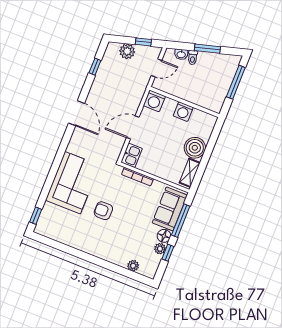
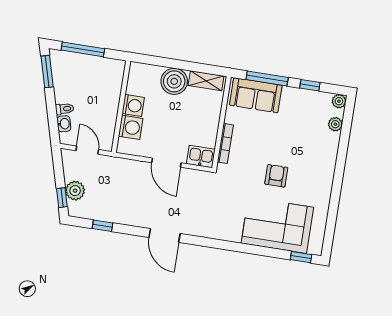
window: (143, 42) -> (62, 198), moved
window: (207, 49) -> (47, 71), moved
washing machine: (154, 101) -> (131, 127), moved
door: (76, 113) -> (165, 235), swing flipped
corner sofa: (73, 183) -> (277, 225), moved
armchair: (103, 211) -> (276, 176), turned 180
floor lamp: (164, 236) -> (290, 95), removed
plant: (160, 249) -> (339, 101), moved

